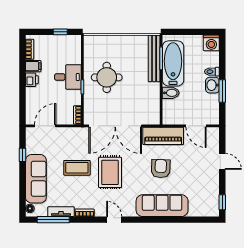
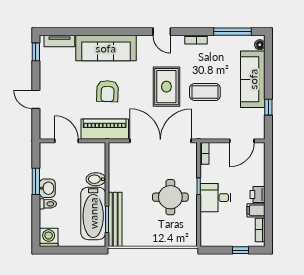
window: (60, 32) -> (240, 250), moved
tv unit: (61, 212) -> (59, 41), moved

